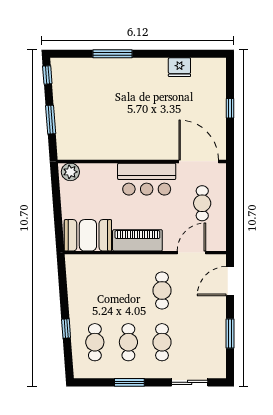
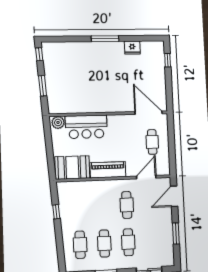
window: (113, 54) -> (105, 39), moved
window: (230, 108) -> (168, 60), moved
bar counter: (147, 179) -> (86, 127), moved
window: (66, 328) -> (56, 212), moved

